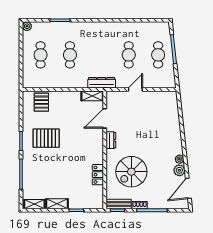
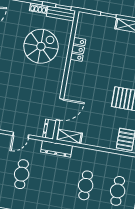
dresser: (111, 140) -> (50, 129), moved

